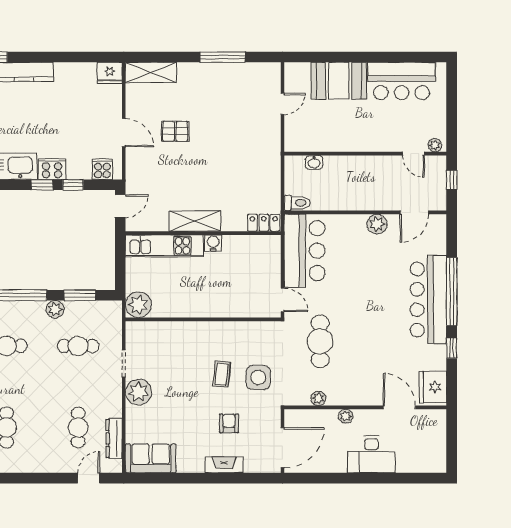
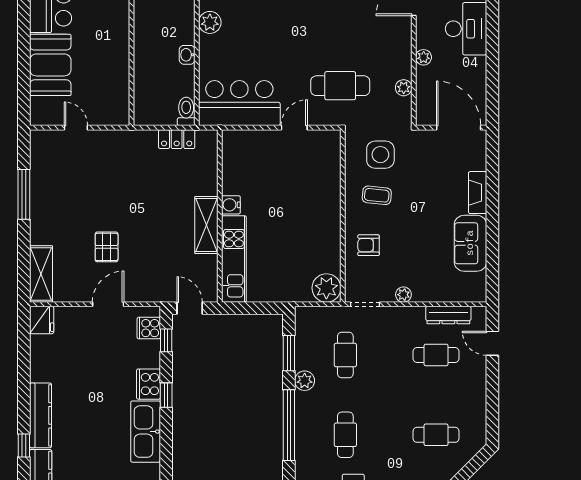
washbasin: (314, 162) -> (187, 55), moved, turned 180
window: (73, 185) -> (166, 340), moved
locker: (264, 223) -> (177, 139), moved, turned -90
plant: (138, 305) -> (326, 288), moved
wall: (203, 319) -> (343, 216), moved
plant: (139, 392) -> (403, 295), width x0.53, depth x0.53
armchair: (229, 423) -> (369, 245), moved
sofa: (151, 458) -> (470, 243), moved

